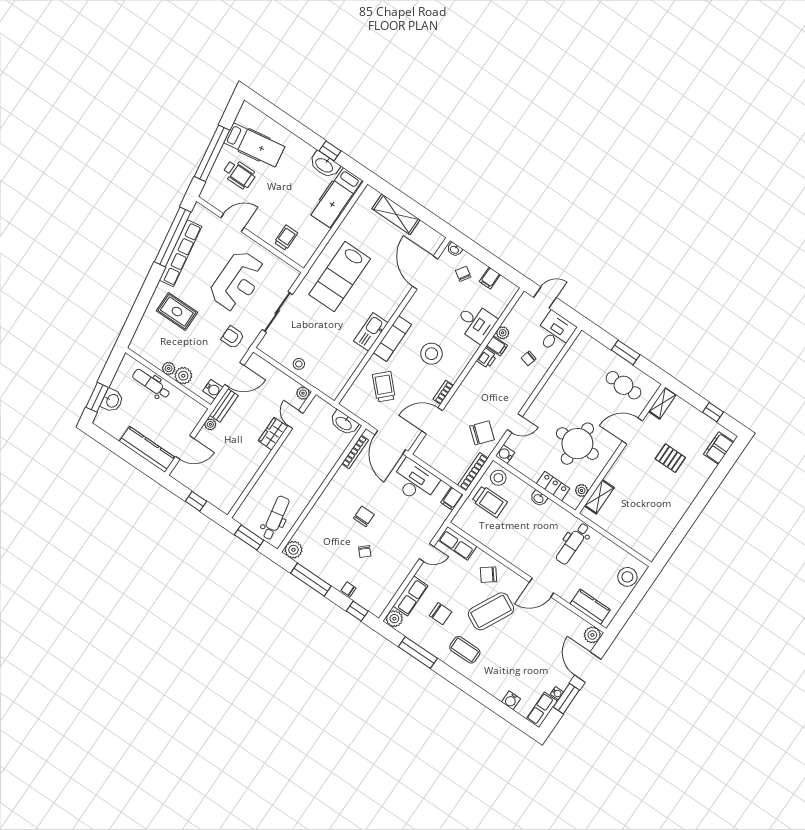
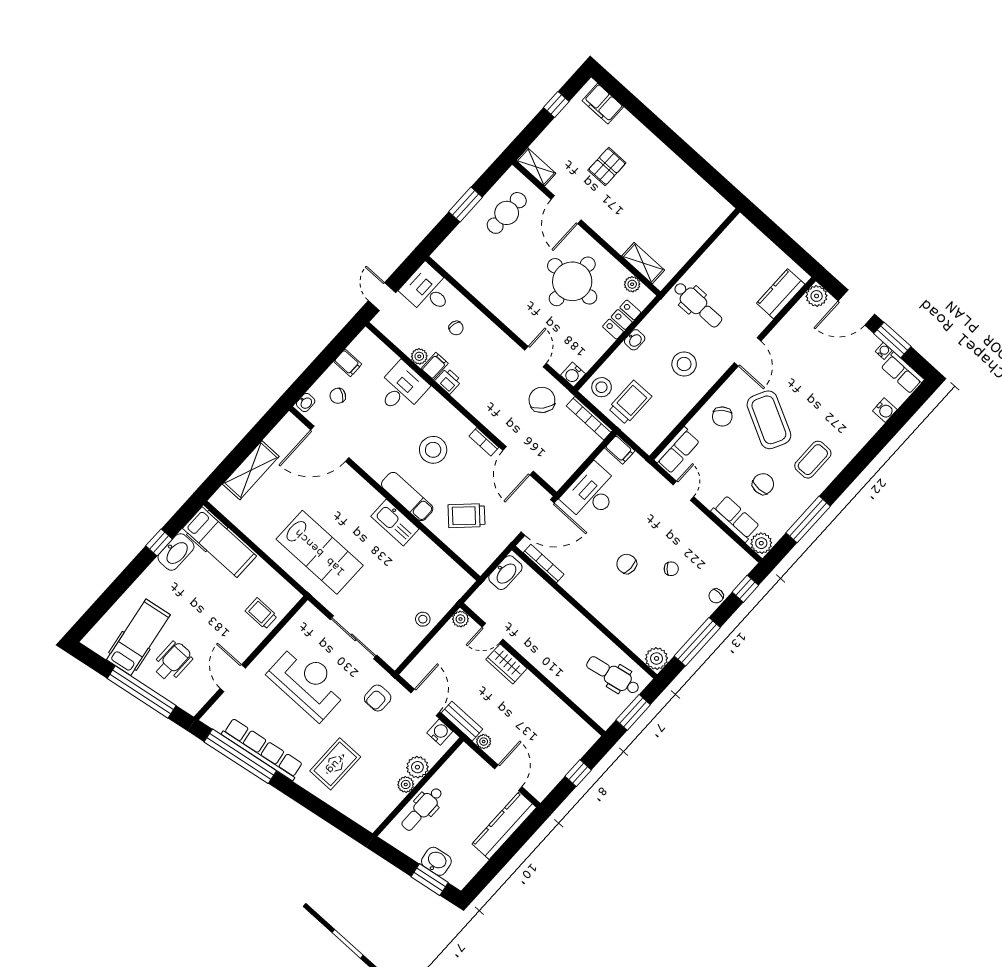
stool: (627, 577) -> (684, 364), moved

